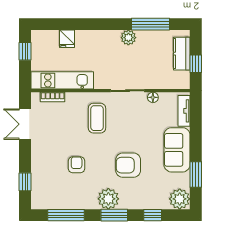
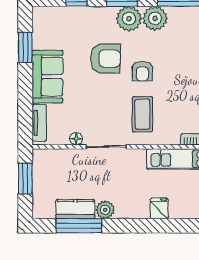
fridge: (67, 39) -> (159, 208), moved
kitchen counter: (182, 54) -> (75, 209), moved, turned -90
window: (196, 64) -> (25, 179), width x1.50
armchair: (77, 165) -> (142, 71), moved
plant: (180, 199) -> (155, 18), moved

